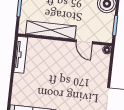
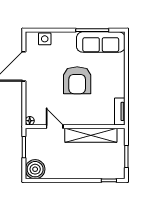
tv unit: (21, 55) -> (120, 111), width x0.71
armchair: (58, 83) -> (77, 80), added

